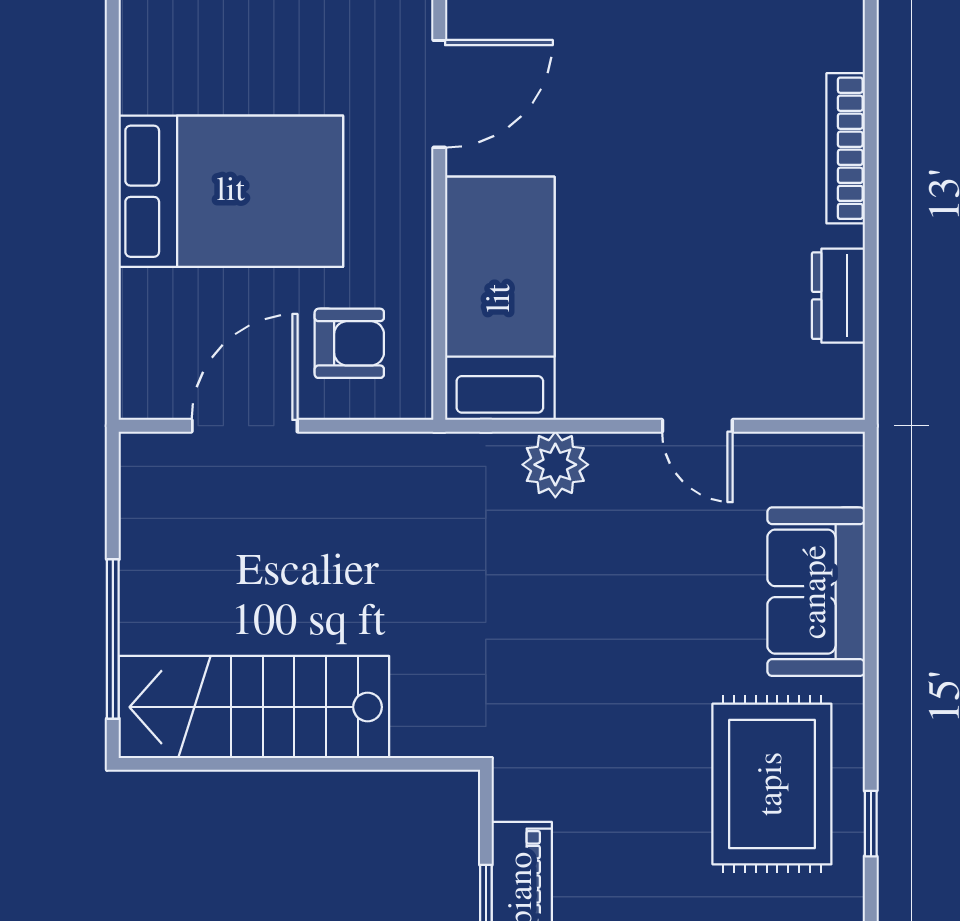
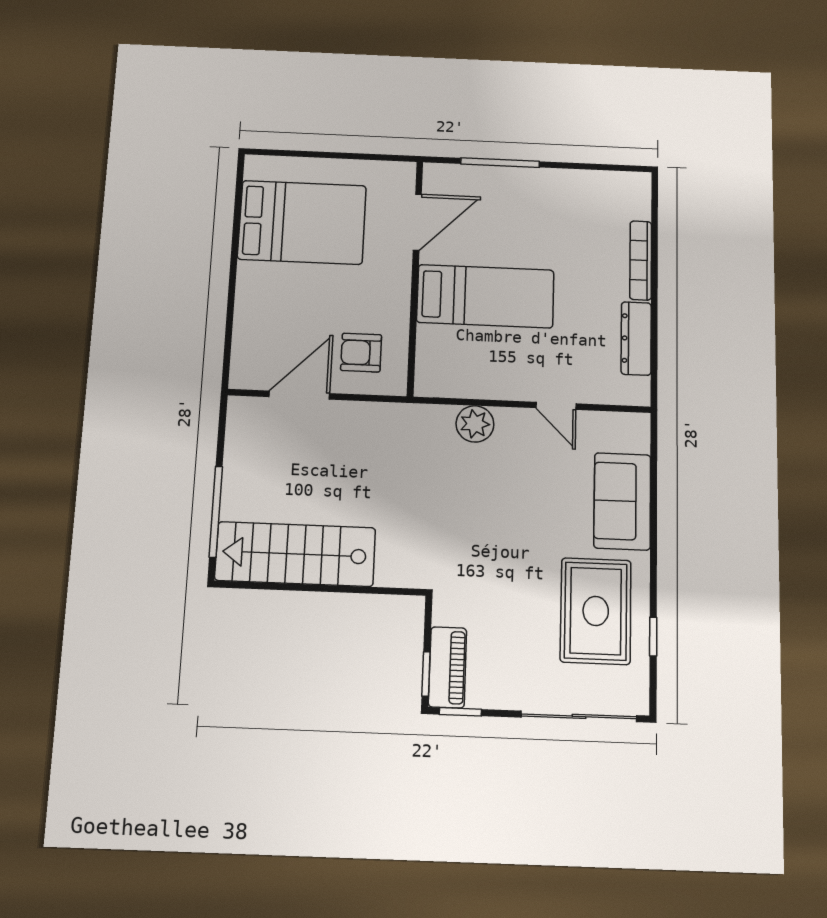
bed: (231, 191) -> (302, 222), moved
dresser: (838, 296) -> (636, 338), width x1.44
bed: (500, 298) -> (485, 296), moved, turned 90
armchair: (349, 343) -> (361, 353), turned 180

